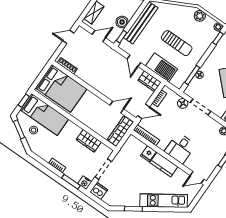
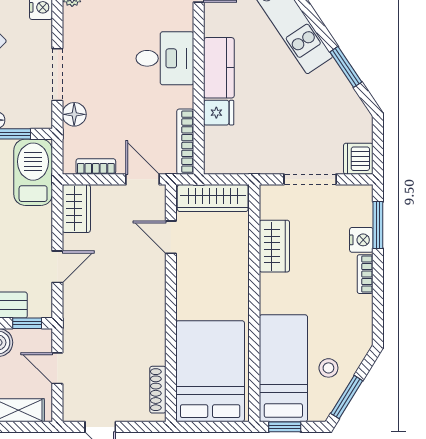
barbecue: (162, 67) -> (33, 172), moved
nightstand: (85, 183) -> (361, 240), moved

